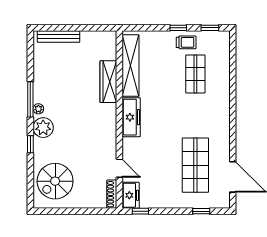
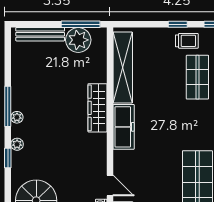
window: (94, 28) -> (81, 24), added
plant: (92, 42) -> (78, 40), added
wardrobe: (108, 82) -> (97, 108), moved
plant: (43, 128) -> (17, 144), width x0.53, depth x0.53

